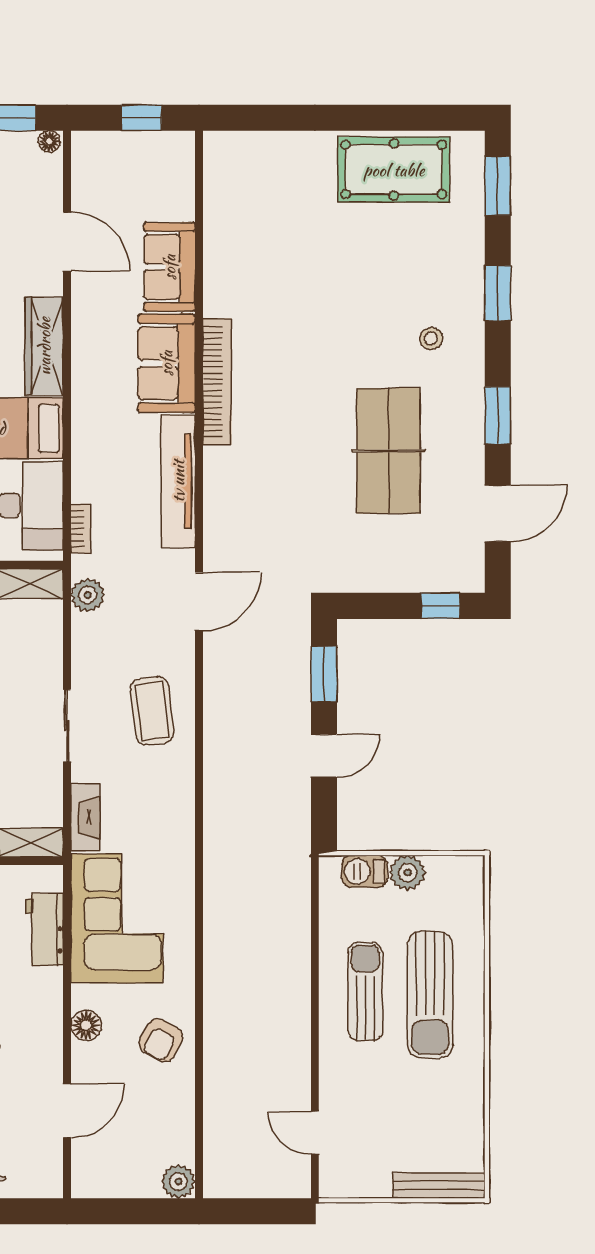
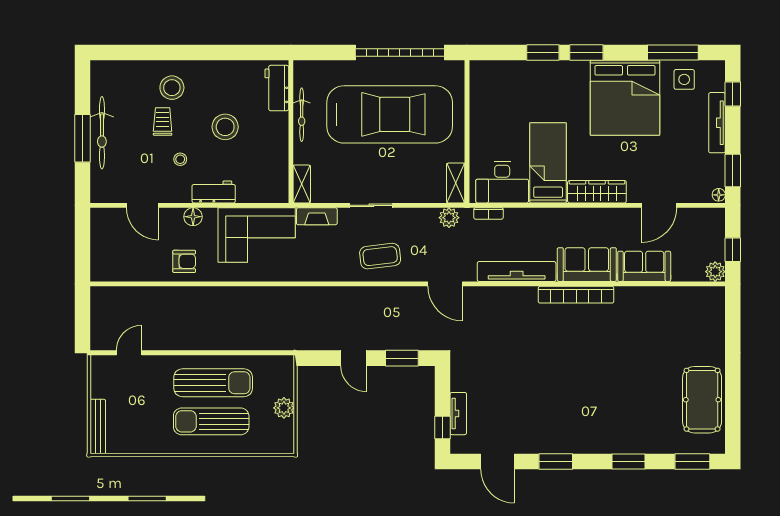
stool: (431, 339) -> (601, 422), removed
table tennis table: (388, 451) -> (535, 397), removed
tv unit: (417, 579) -> (458, 414), added
barbecue: (365, 871) -> (285, 382), removed
workbench: (44, 929) -> (214, 192), moved
sun lounger: (365, 992) -> (213, 383), width x1.36, depth x1.34
armchair: (161, 1040) -> (184, 261), turned 151
plant: (178, 1182) -> (715, 272), moved

